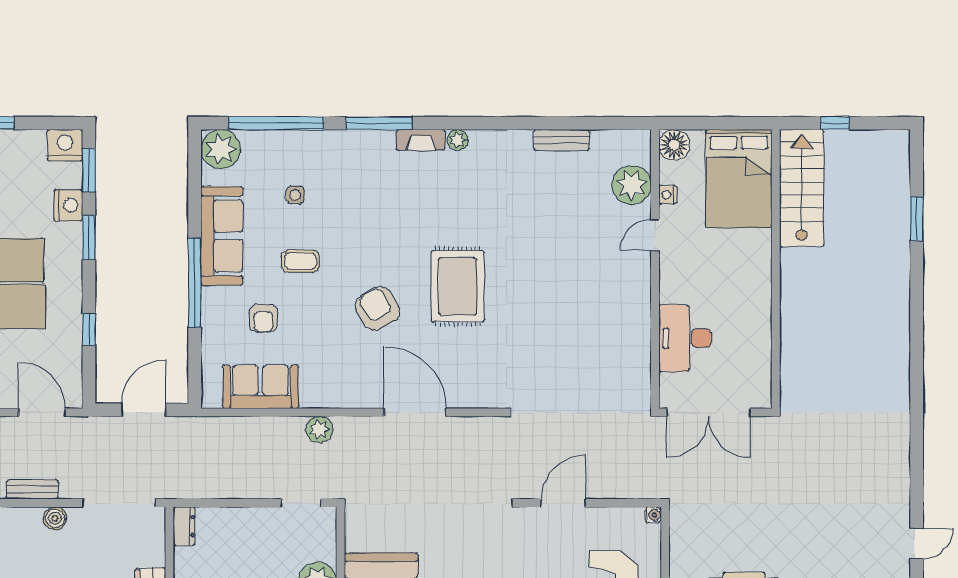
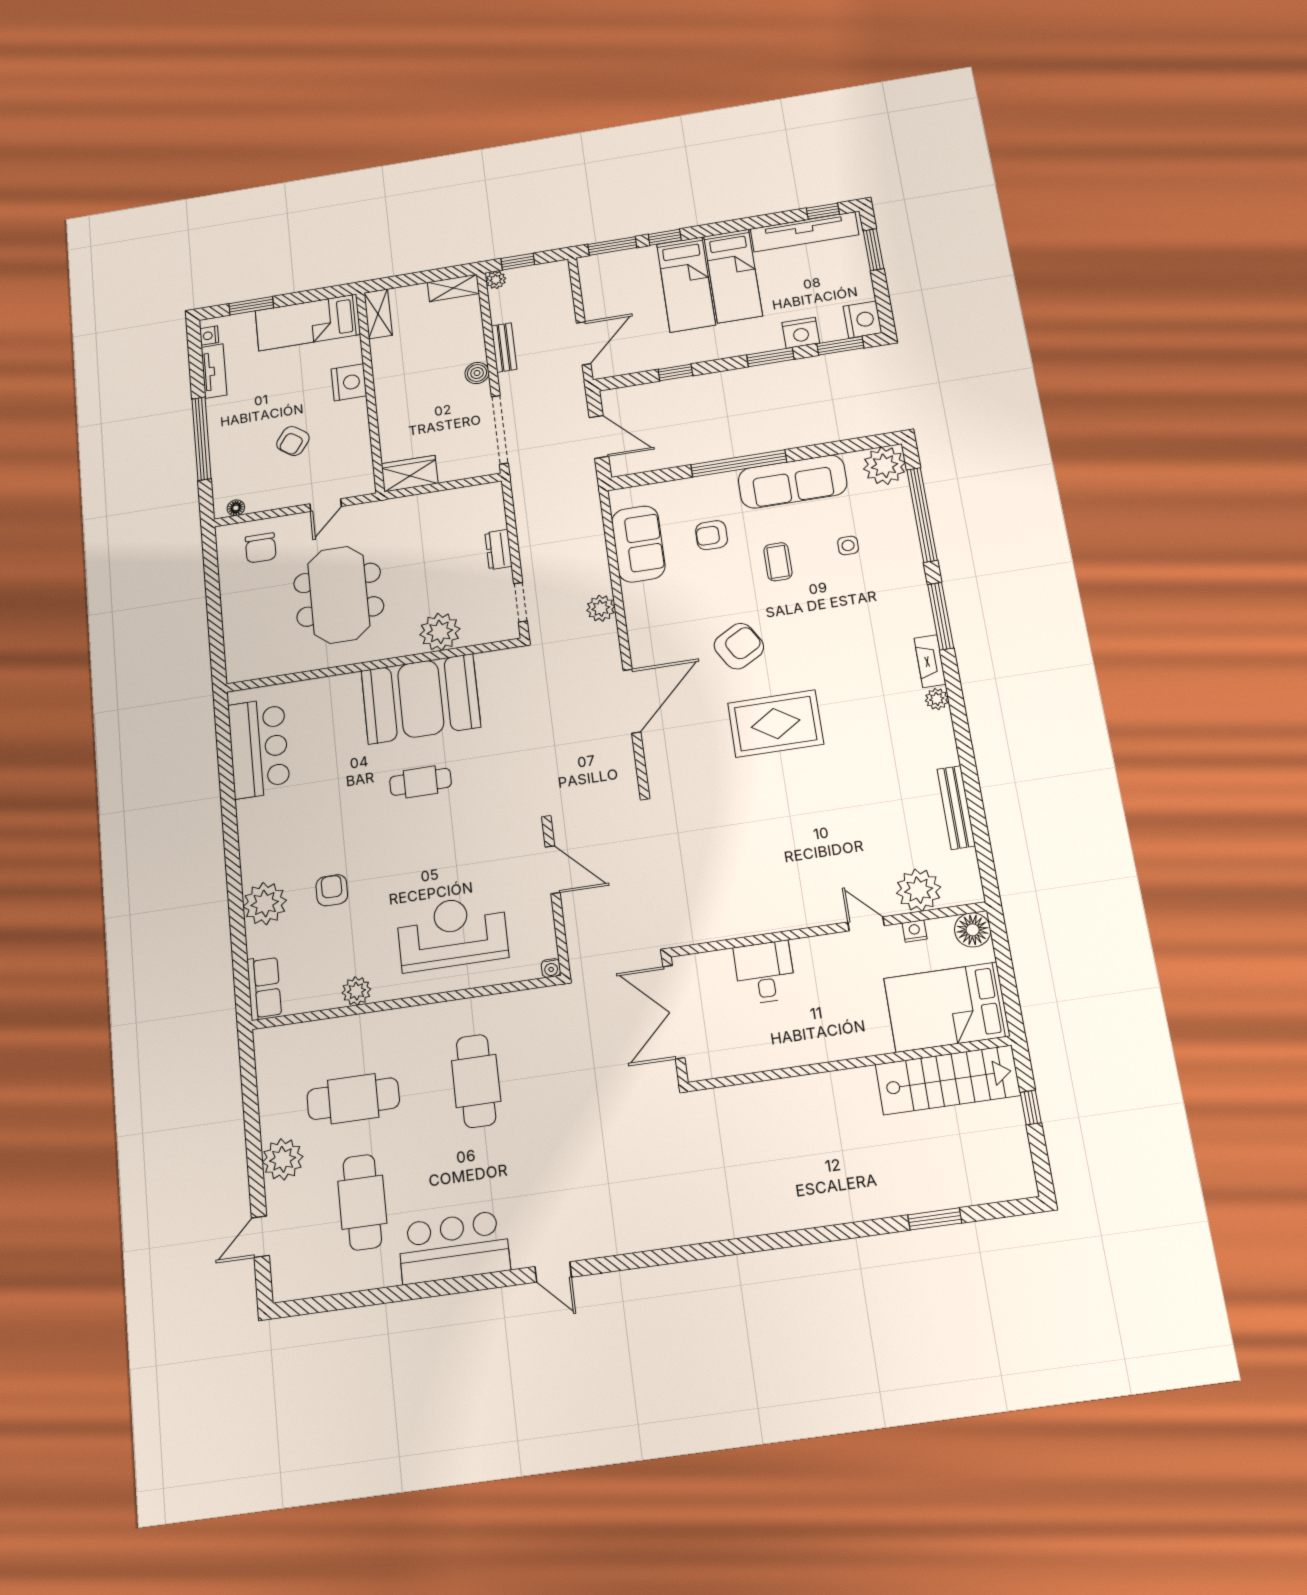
bench: (562, 140) -> (956, 807), width x1.36
desk: (685, 338) -> (765, 972), width x0.73
dresser: (184, 526) -> (499, 549), moved, turned 90

